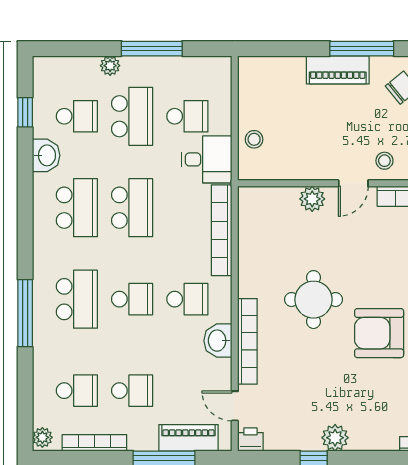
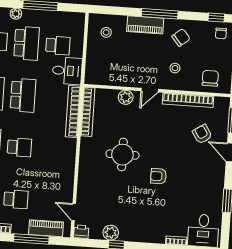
stool: (254, 139) -> (106, 32), moved
stool: (384, 161) -> (175, 68), moved
school desk: (187, 299) -> (51, 149), removed
armchair: (379, 333) -> (158, 176), width x0.53, depth x0.53
washbasin: (218, 341) -> (67, 174), removed
bookcase: (247, 341) -> (88, 112), moved
plant: (335, 438) -> (111, 233), moved

